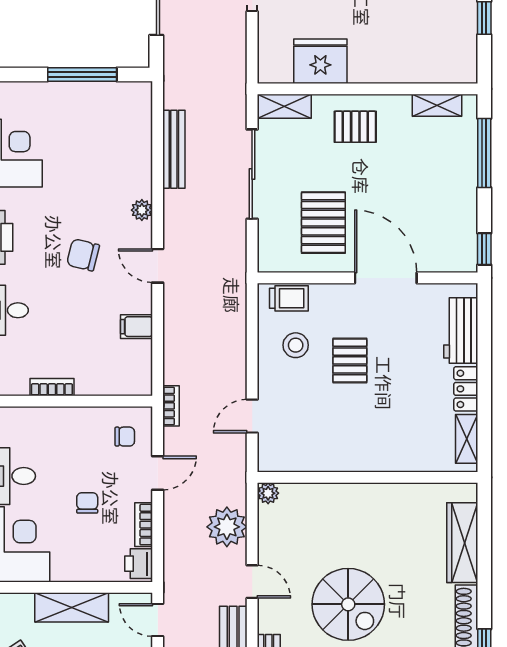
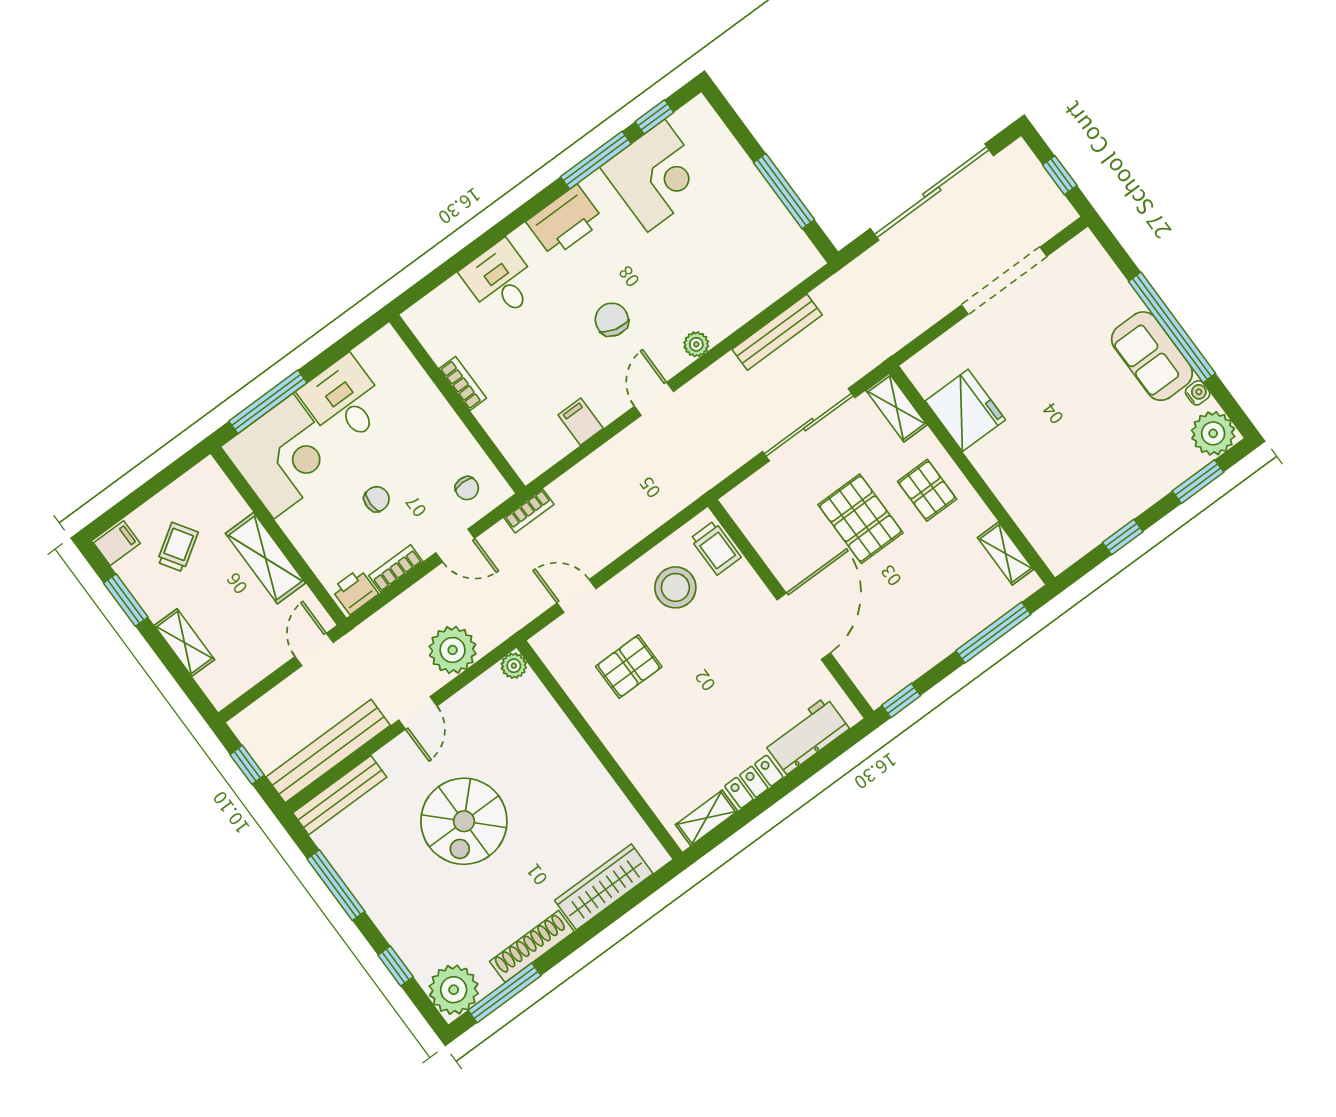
pallet: (323, 223) -> (860, 519), moved, turned 90
stool: (296, 345) -> (675, 587), width x1.38, depth x1.38
pallet: (350, 360) -> (629, 667), moved

